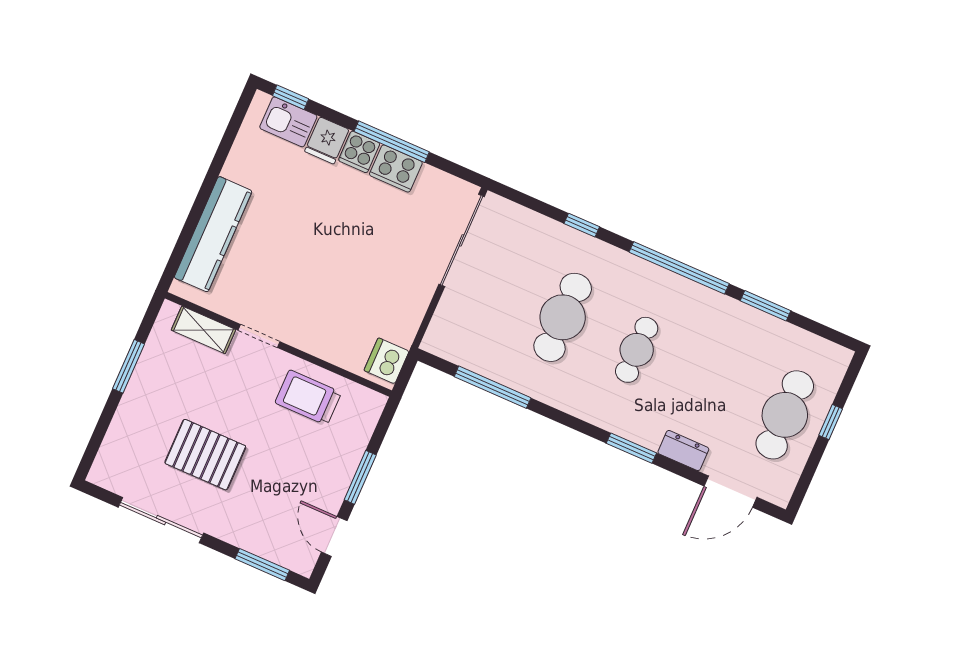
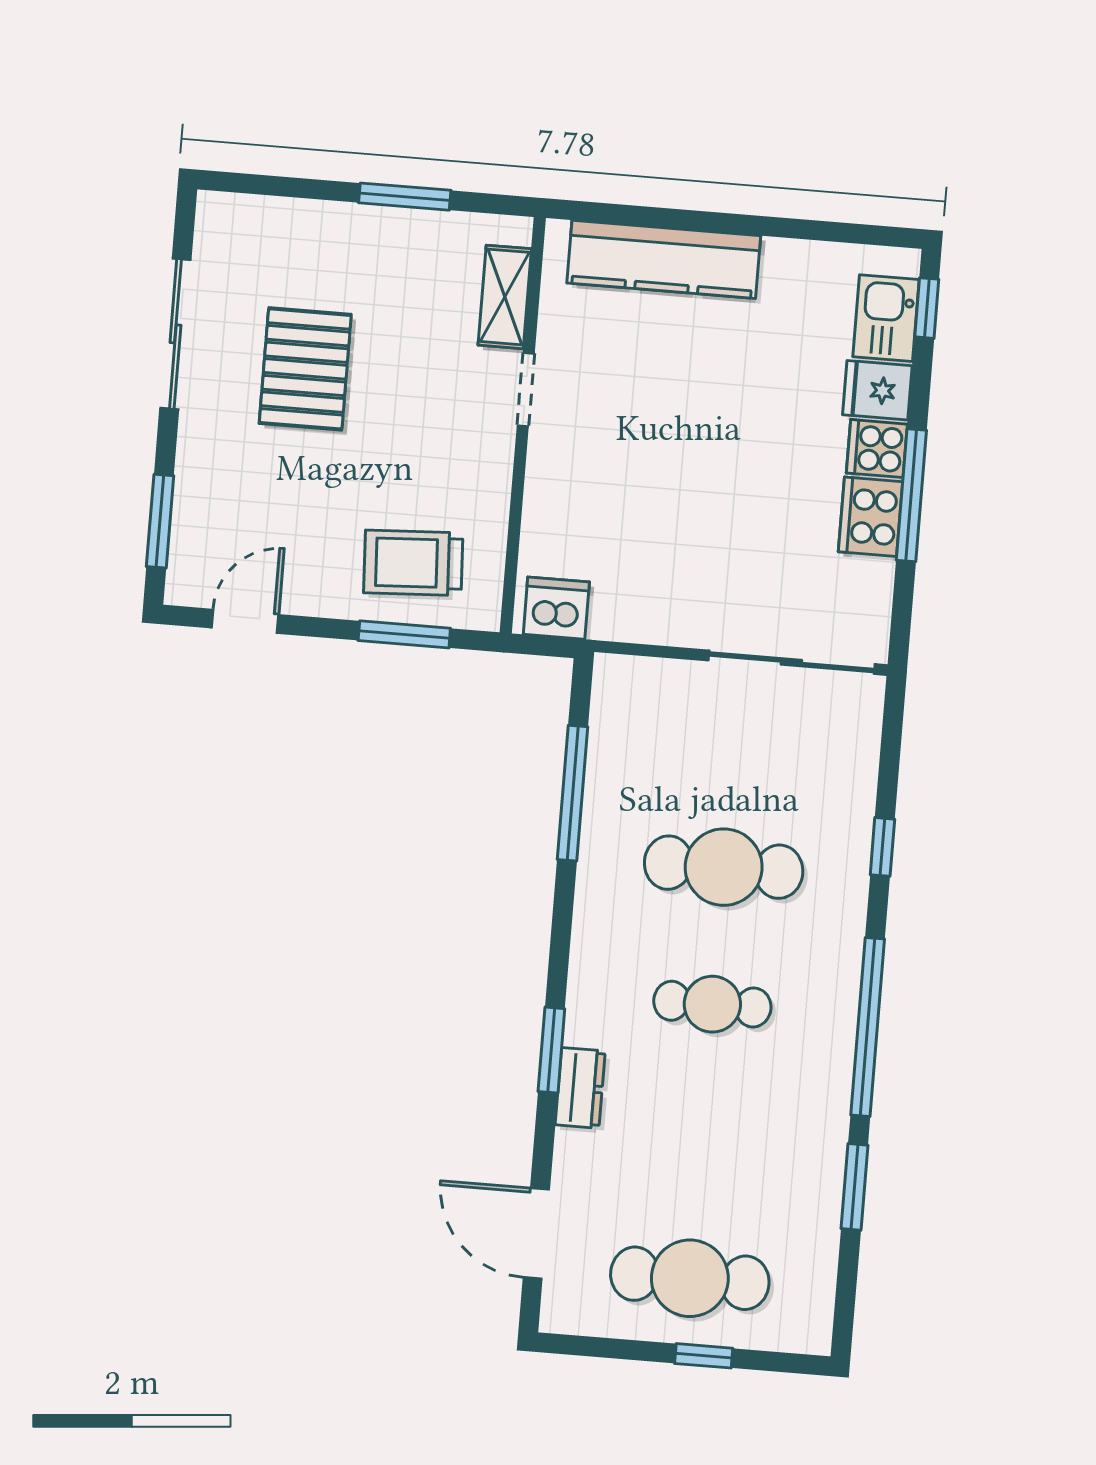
trolley: (308, 398) -> (413, 563), moved, turned -93
dresser: (683, 451) -> (580, 1088), moved
window: (360, 477) -> (404, 634), moved

